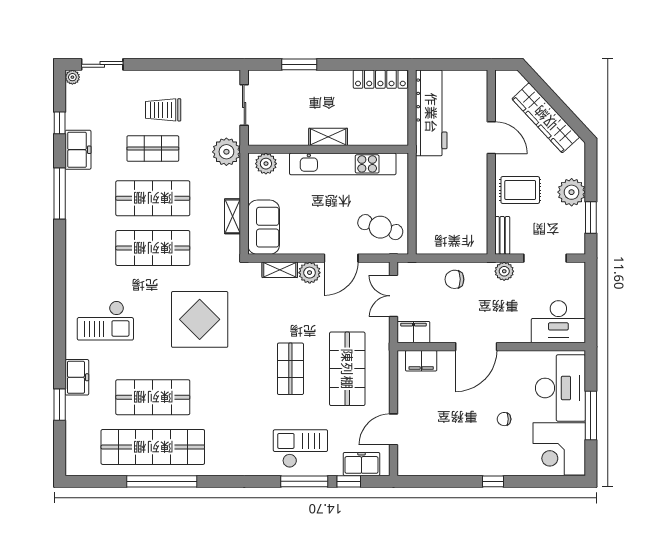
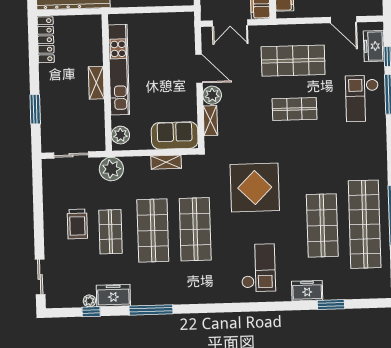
plant: (72, 77) -> (89, 301), moved
cafe table: (380, 227) -> (172, 36), removed

